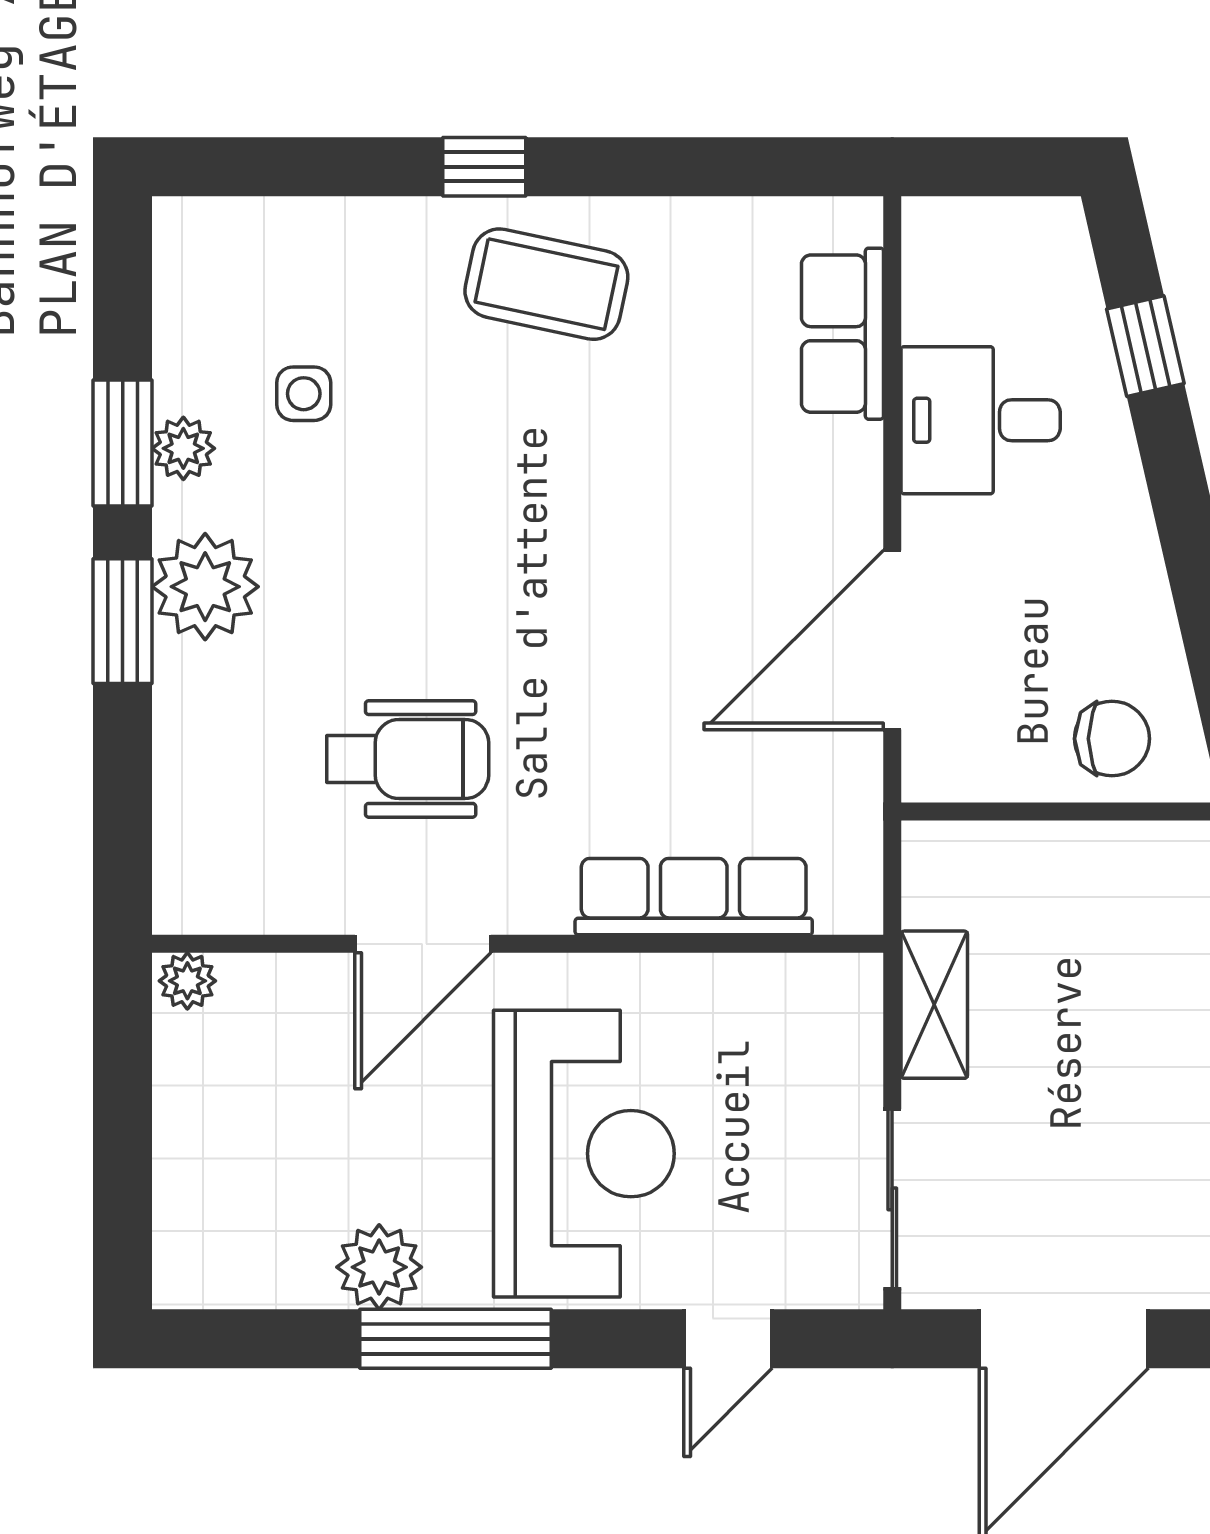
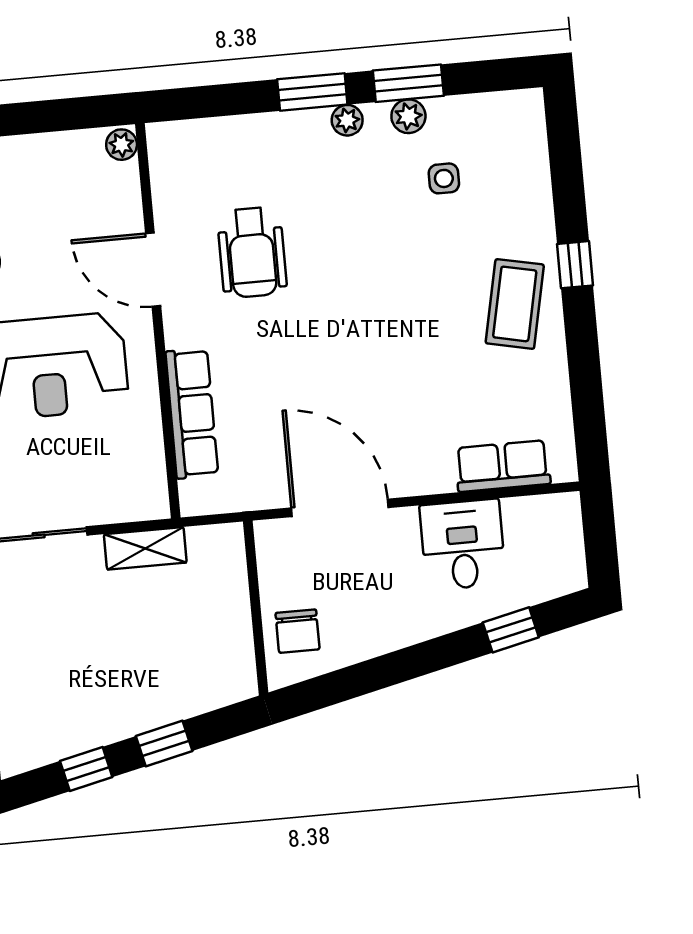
plant: (205, 587) -> (347, 120), width x0.53, depth x0.53

